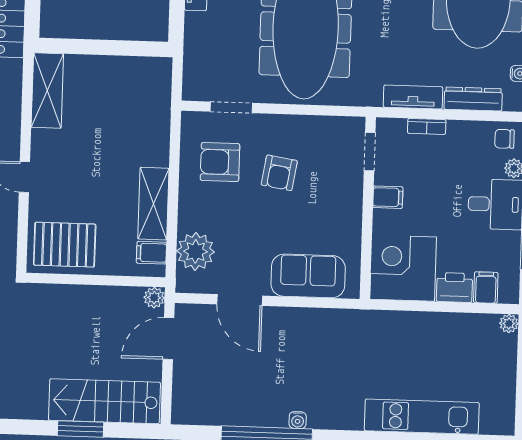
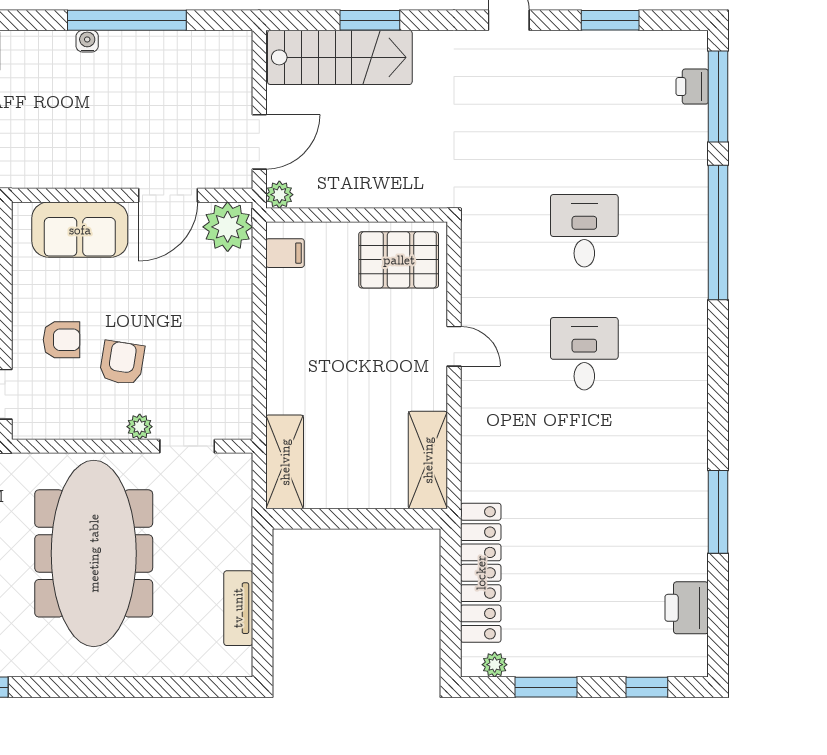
plant: (267, 123) -> (140, 427), added
armchair: (220, 162) -> (62, 340), moved, width x0.72, depth x0.72
shelving: (153, 204) -> (285, 462), moved
plant: (196, 251) -> (228, 227), moved
door: (240, 300) -> (168, 195), swing flipped

